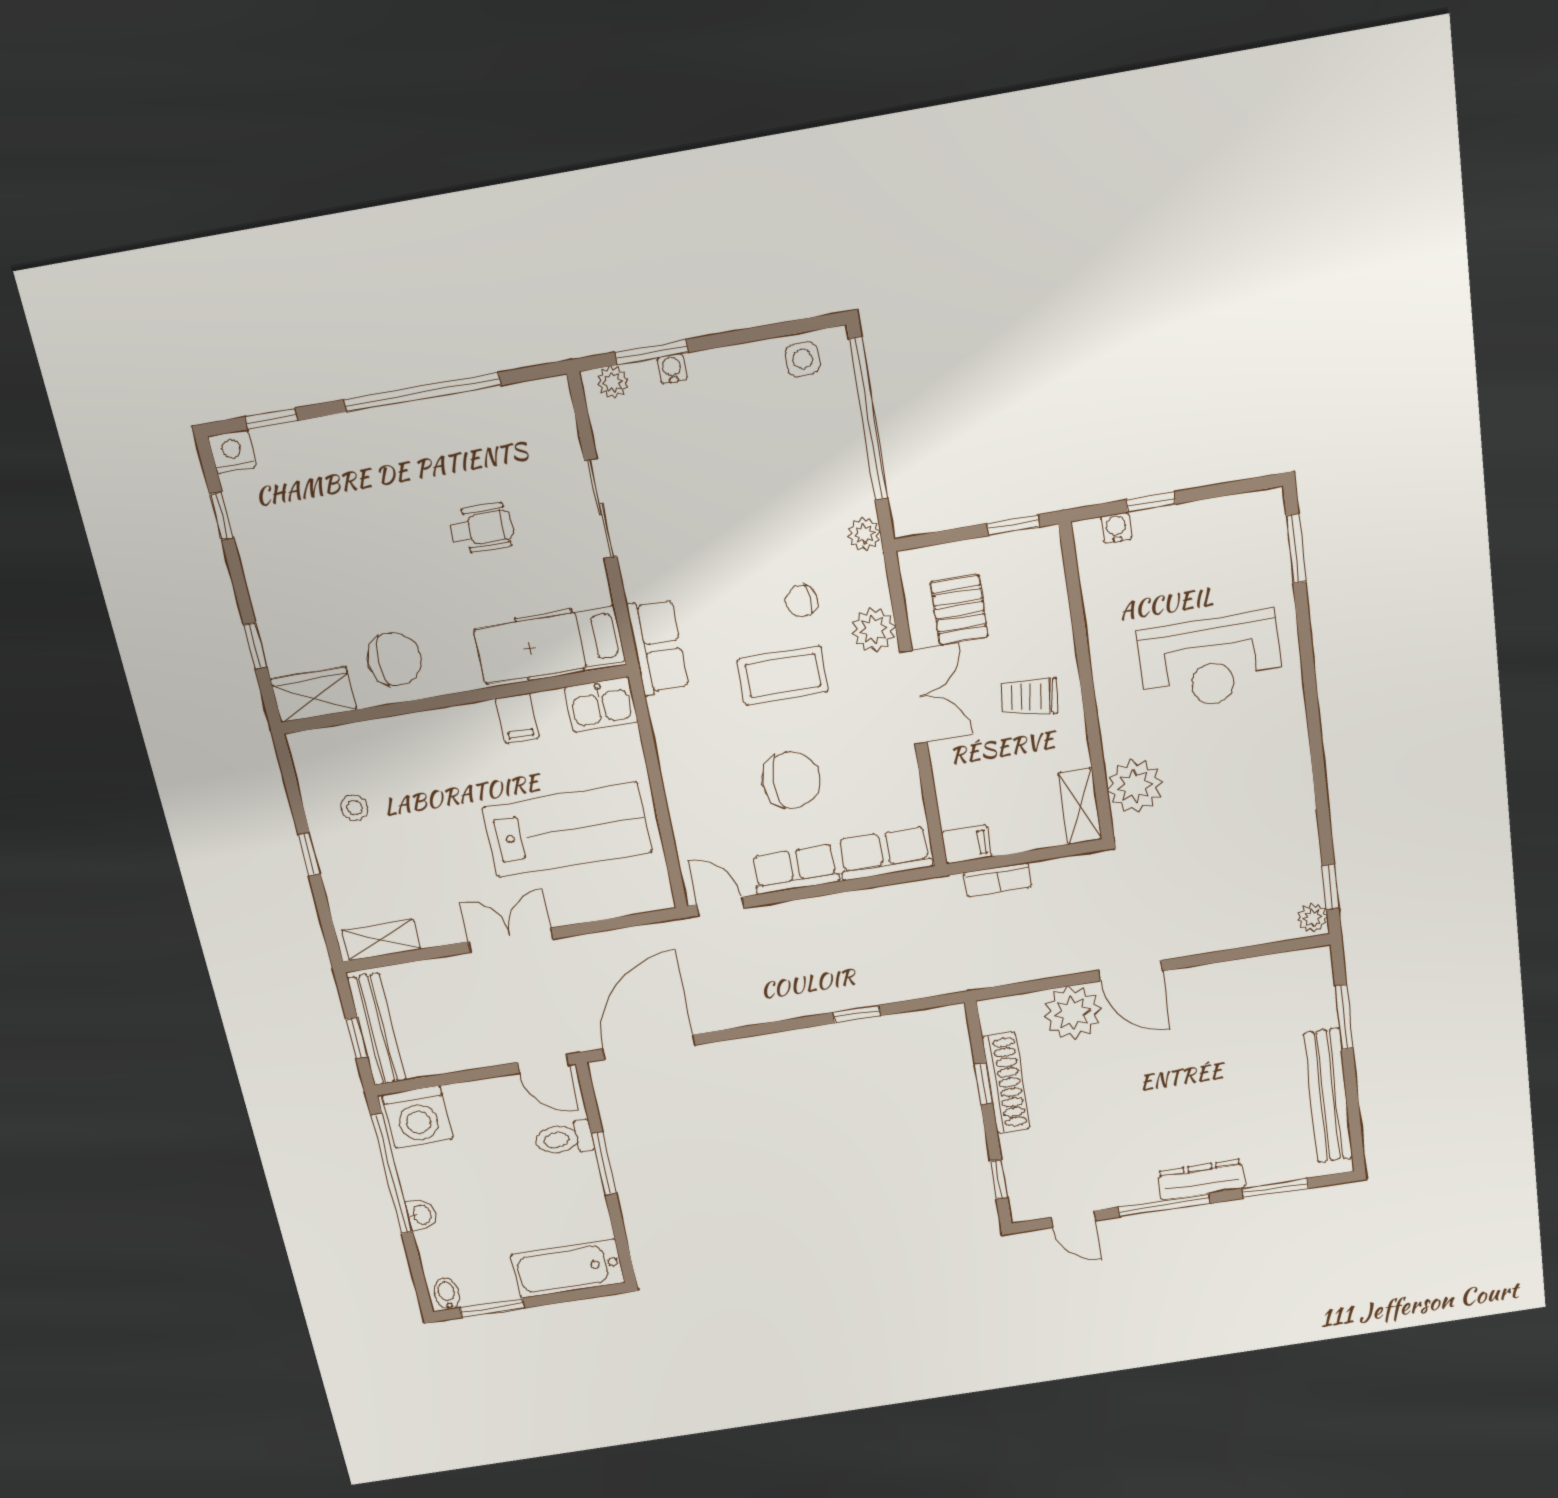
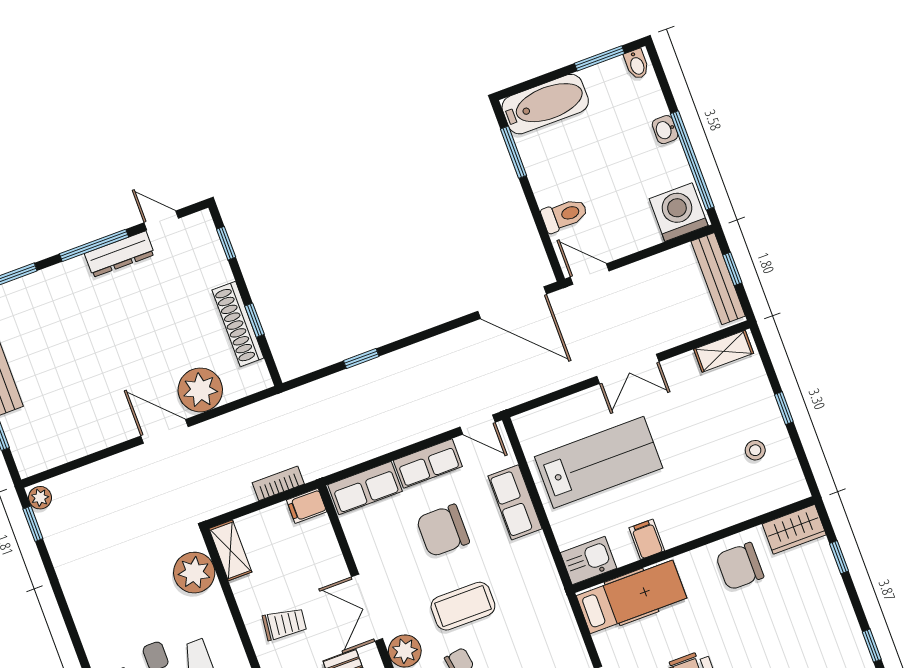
row of seats: (658, 647) -> (515, 502), moved
lab bench: (567, 830) -> (599, 462), turned 180
door: (649, 1047) -> (512, 303), hinge flipped
window: (604, 1163) -> (513, 152), moved
dresser: (1201, 1180) -> (120, 254), moved

